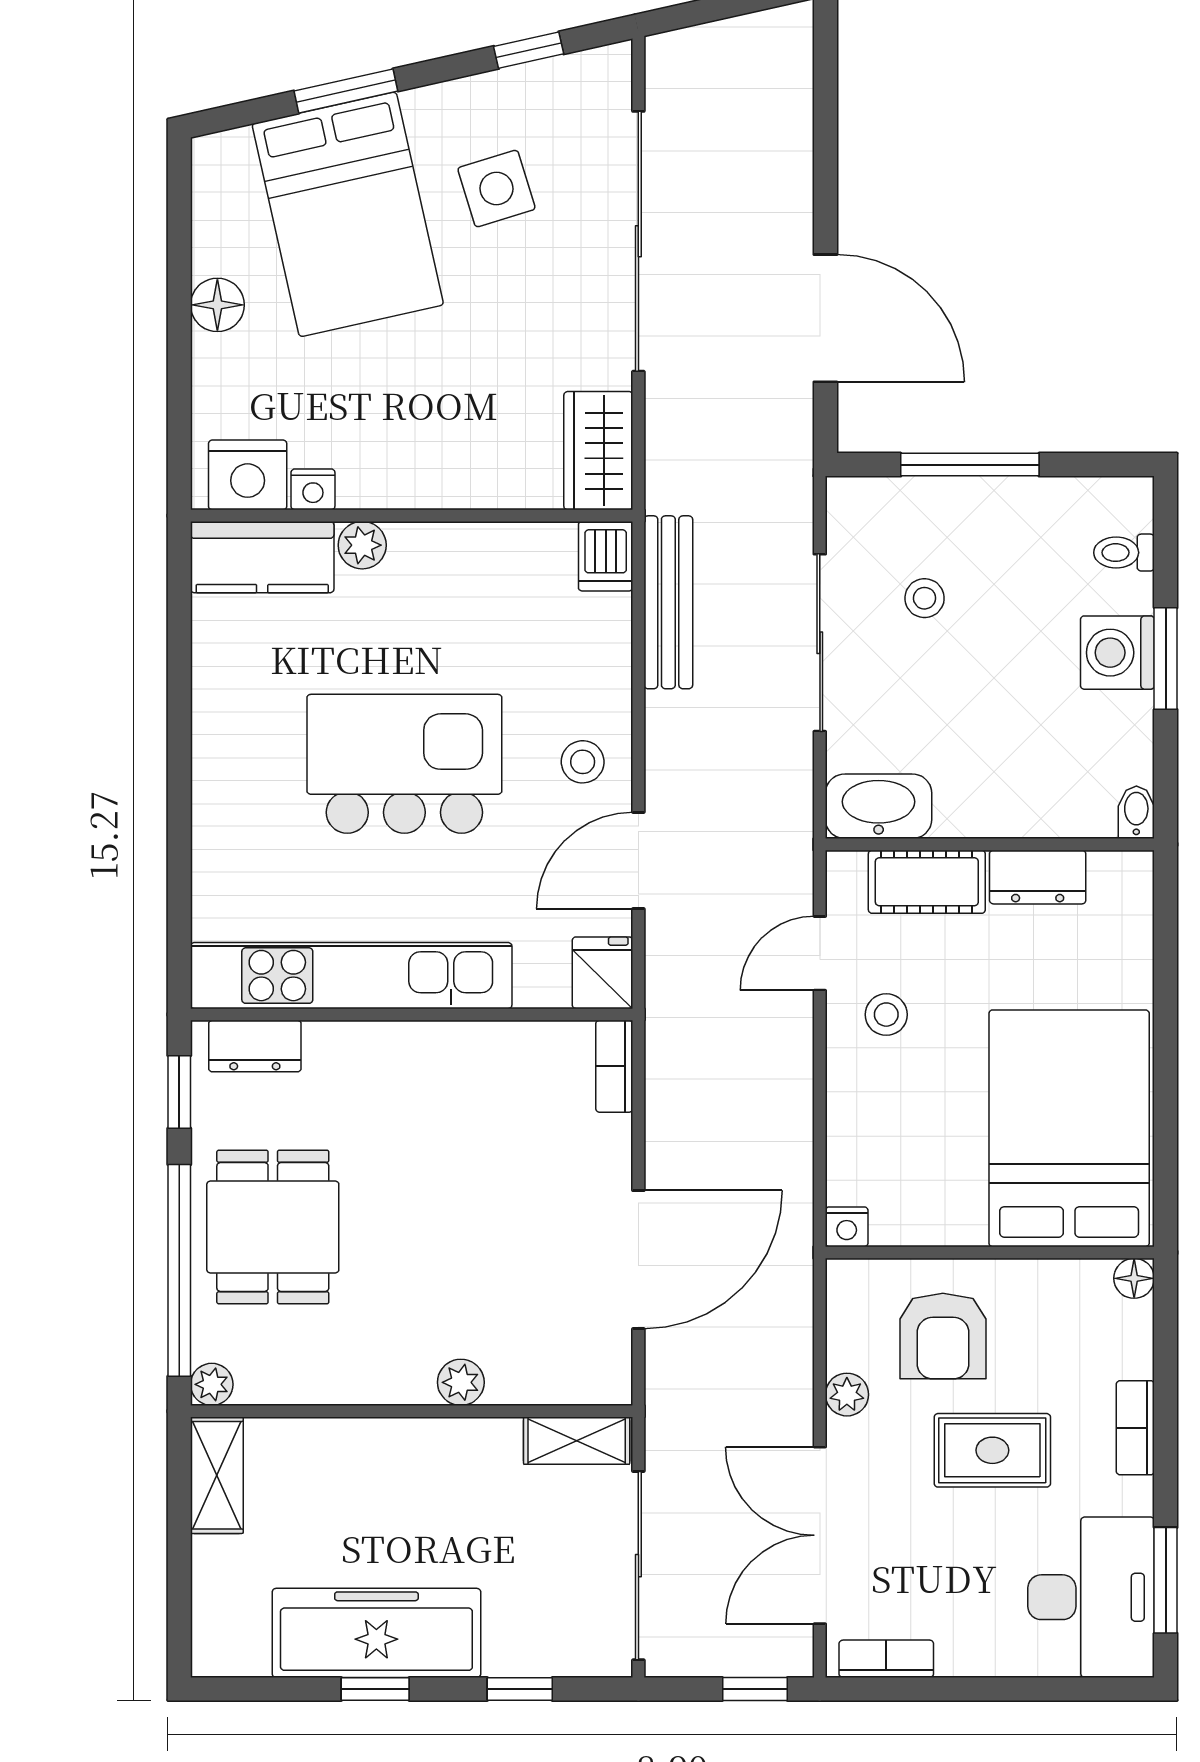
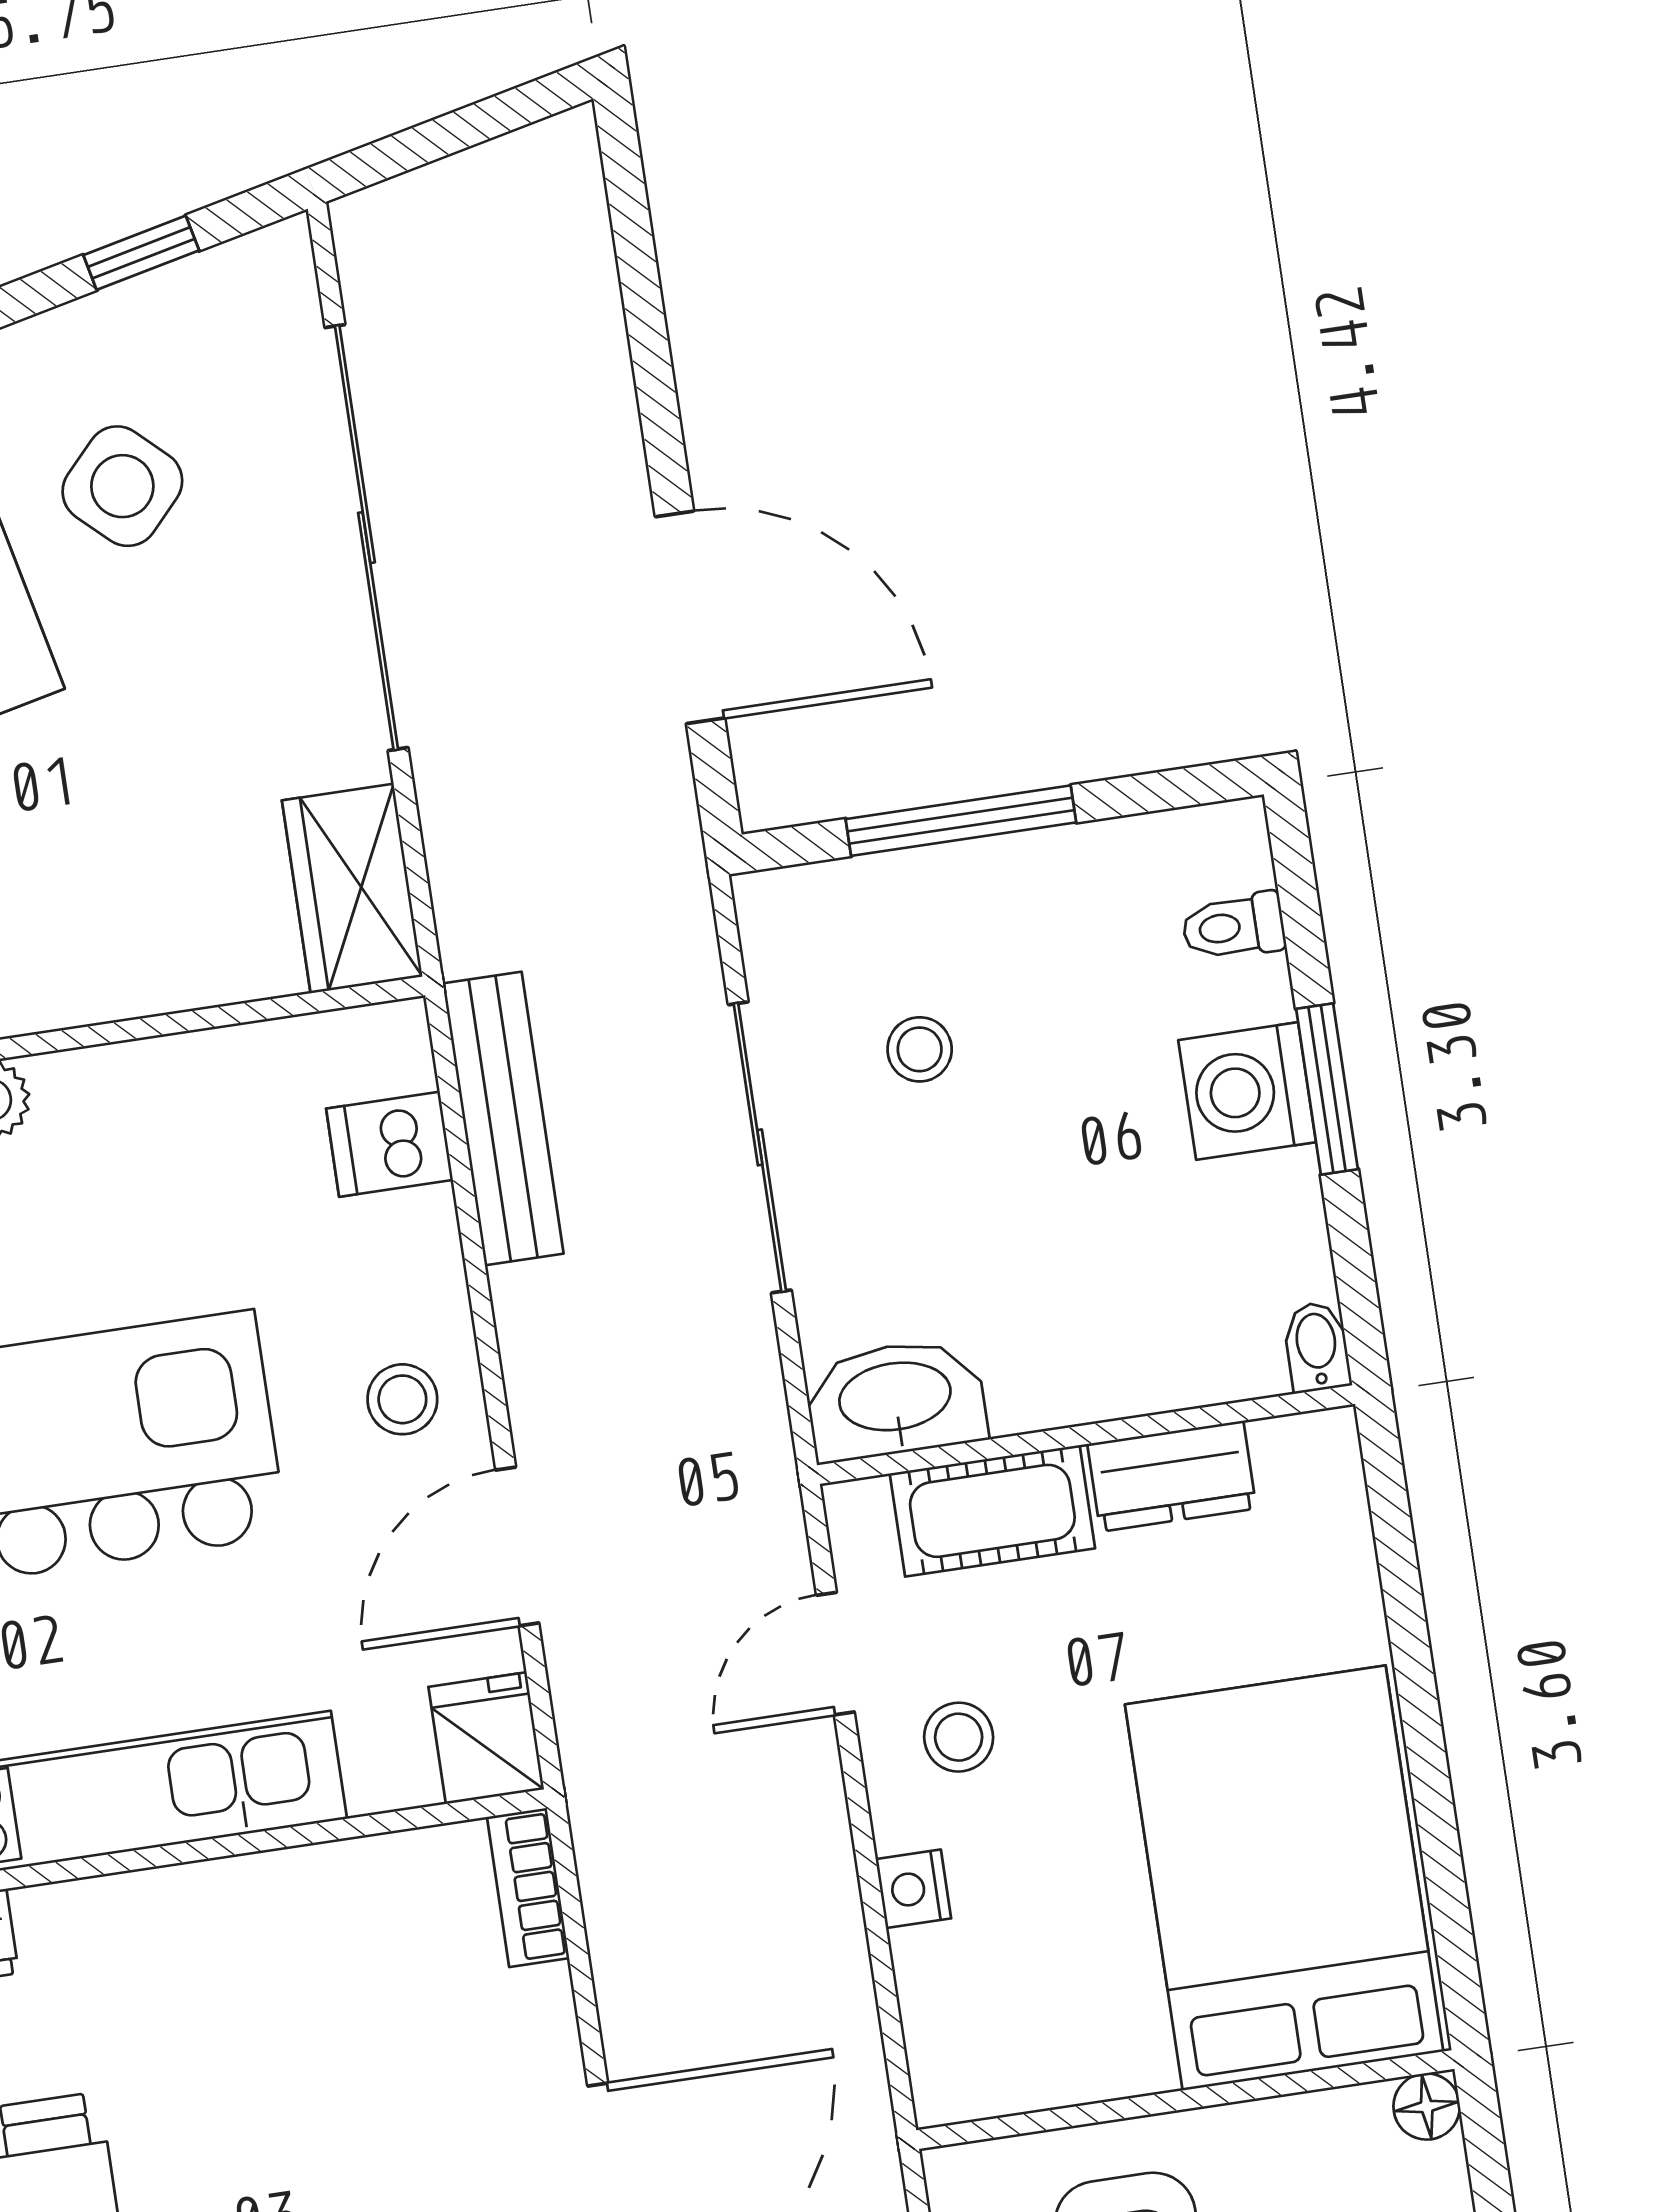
side table: (496, 189) -> (122, 486), turned -30
dishwasher: (606, 556) -> (390, 1144), moved, turned 90
nightstand: (847, 1227) -> (913, 1889), moved, turned 90

